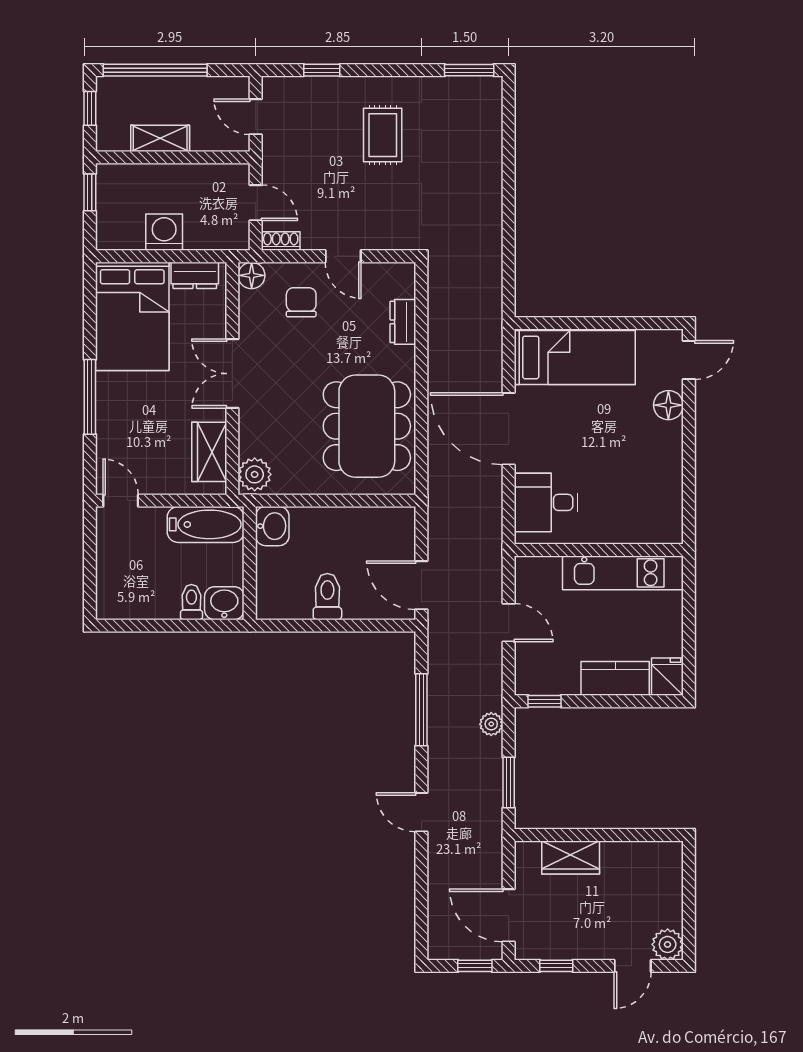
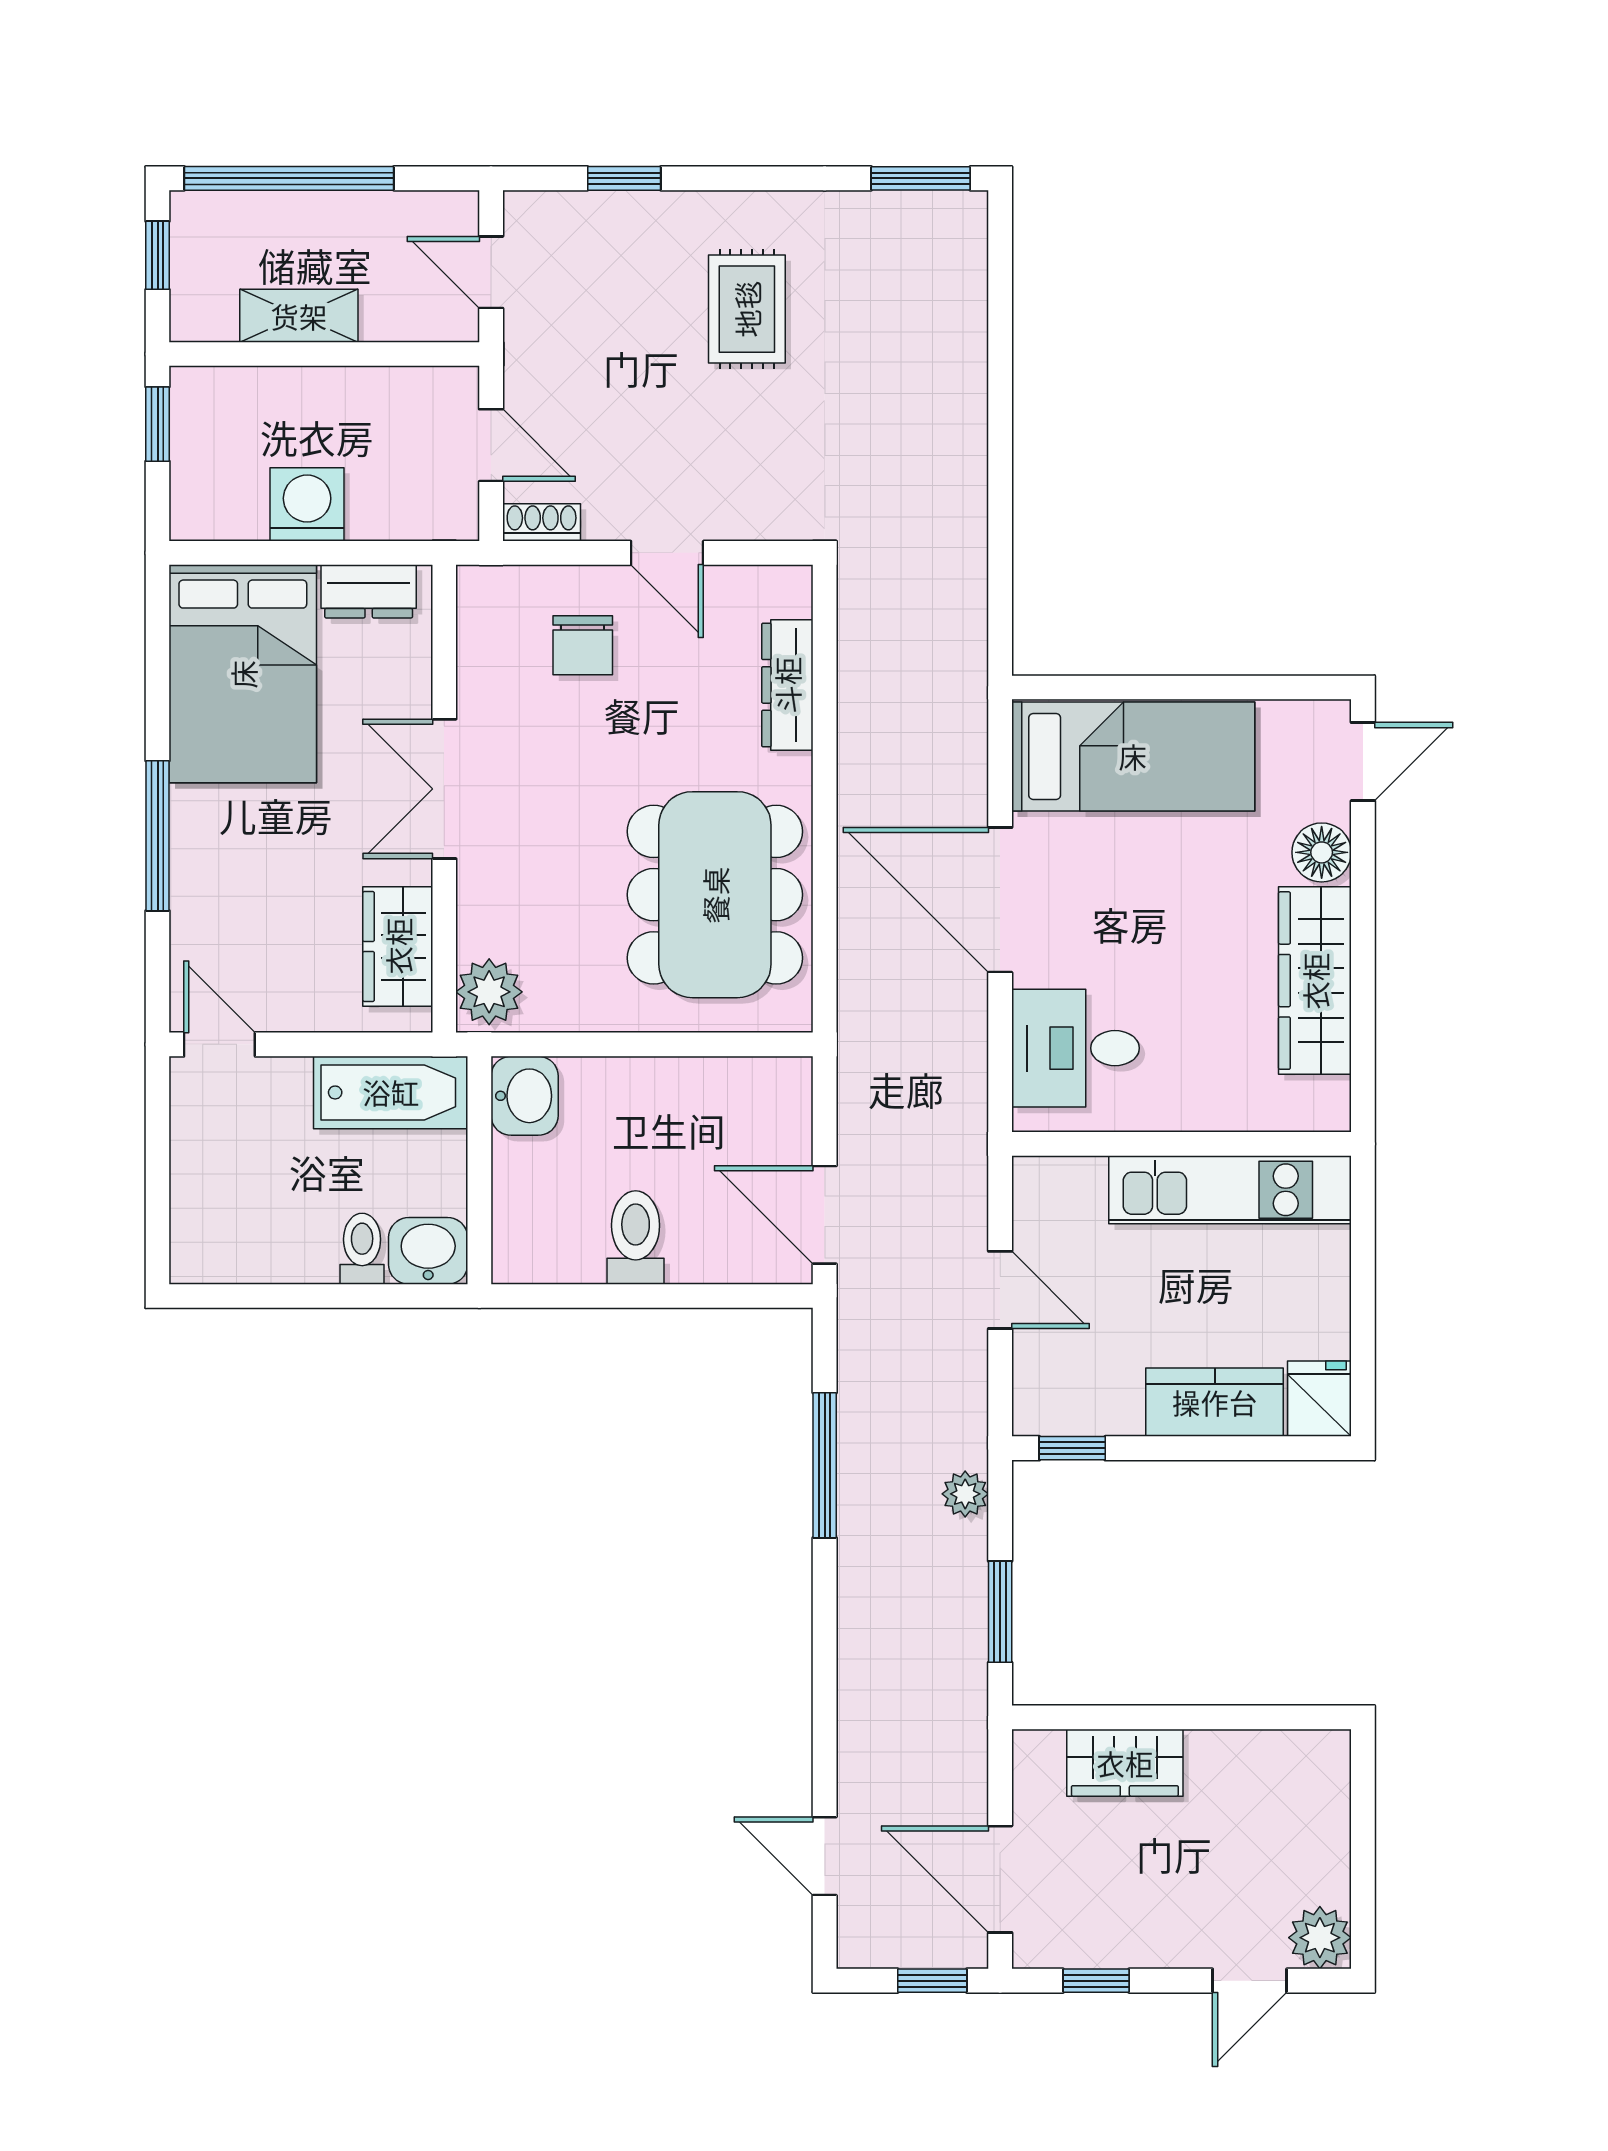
floor lamp: (252, 275) -> (483, 592), removed
chair: (301, 302) -> (583, 645), turned 180
dresser: (403, 322) -> (787, 685), width x1.44
wardrobe: (665, 469) -> (1315, 981), added
door: (421, 812) -> (825, 1856), moved

